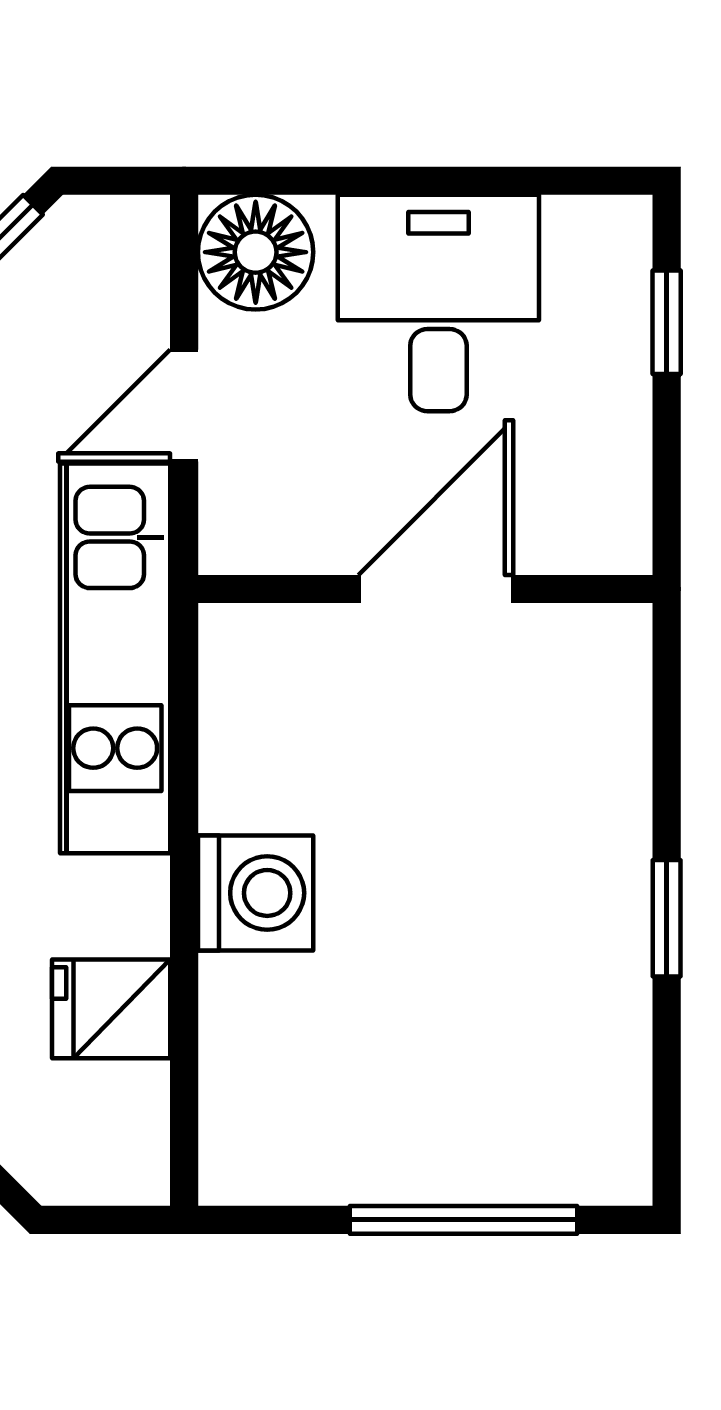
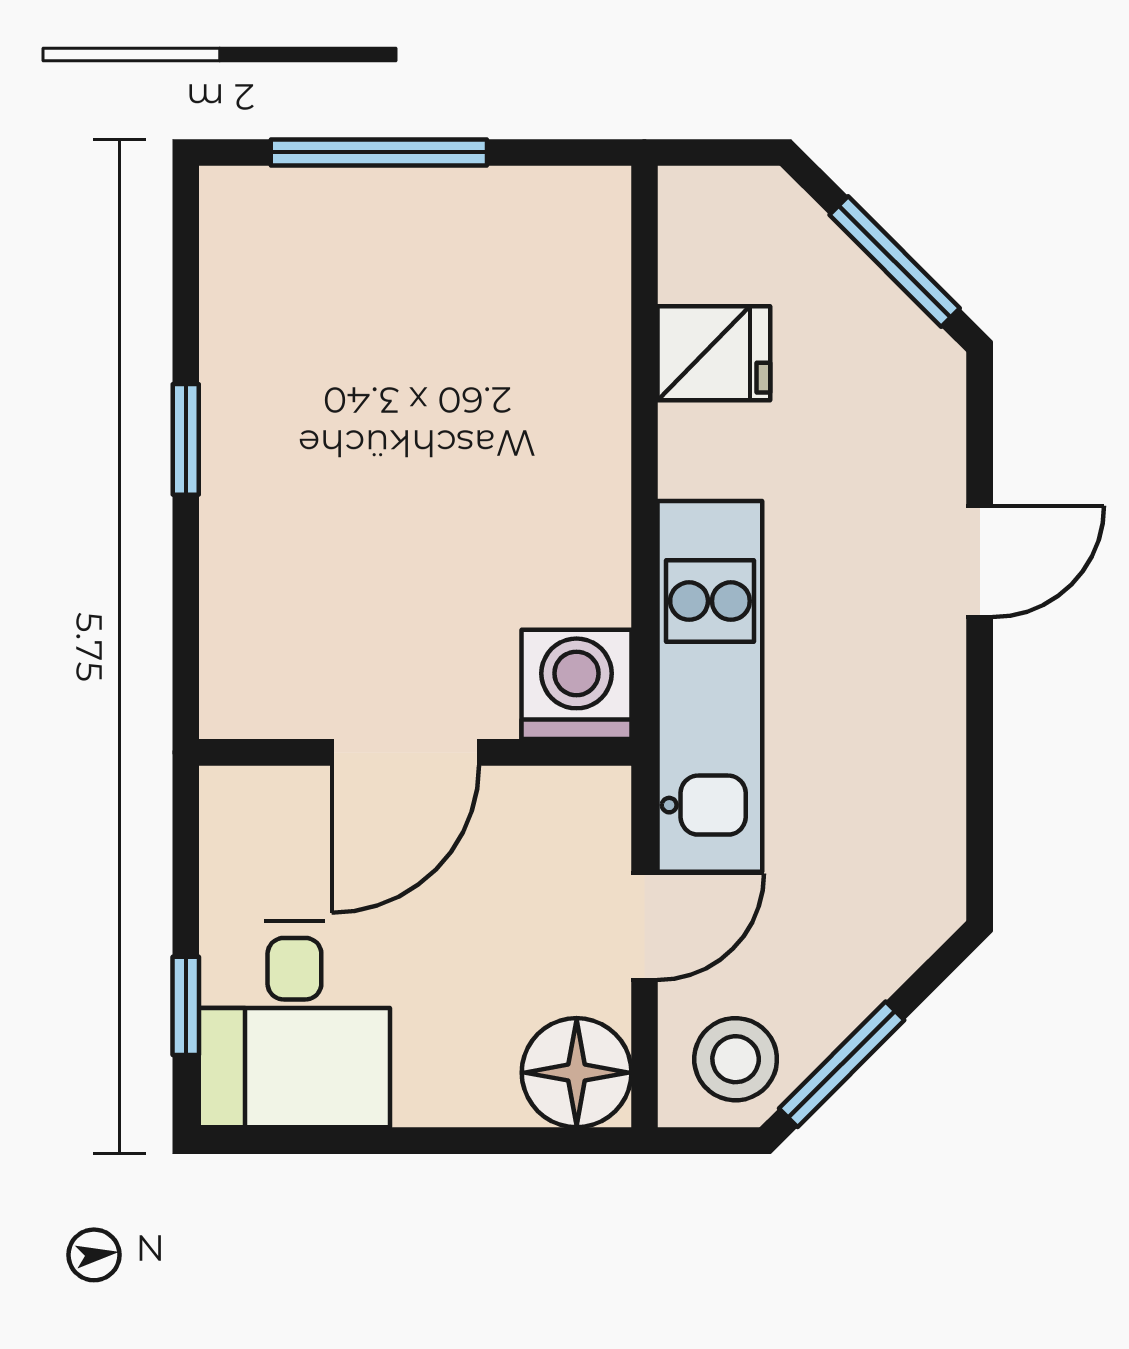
stool: (88, 266) -> (736, 1059), added
desk: (438, 303) -> (294, 1024), moved
washing machine: (256, 893) -> (576, 684), moved, turned 90

